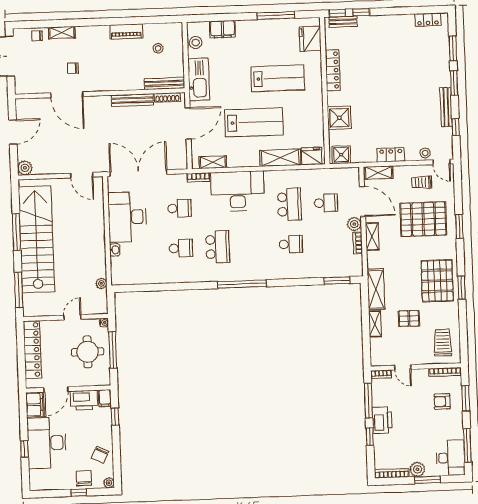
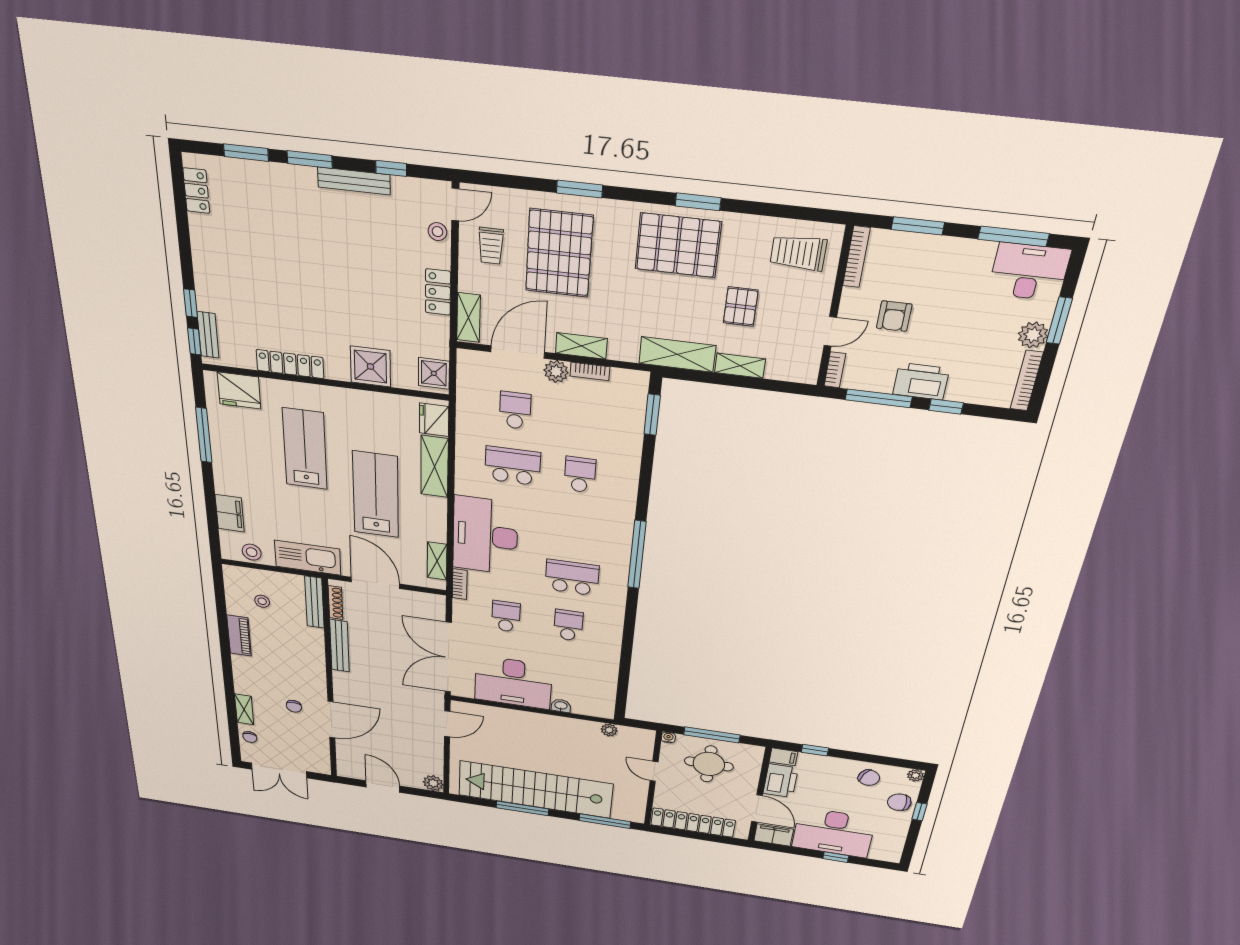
armchair: (442, 401) -> (894, 316), moved

